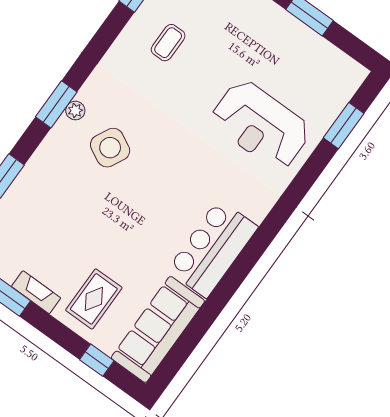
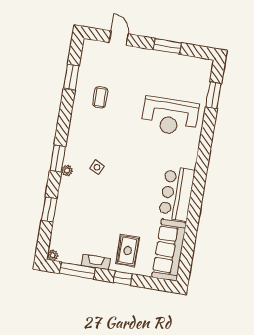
plant: (75, 111) -> (67, 171), moved
side table: (110, 148) -> (97, 167), width x0.54, depth x0.54
window: (97, 360) -> (123, 278), moved

